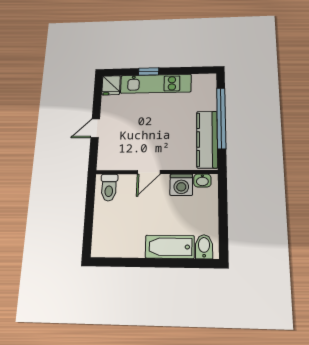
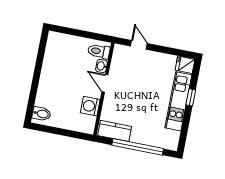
door: (95, 128) -> (139, 45), moved
kitchen counter: (207, 139) -> (115, 131), width x0.67
washbasin: (202, 180) -> (101, 66), moved
bathtub: (170, 247) -> (46, 89), removed

